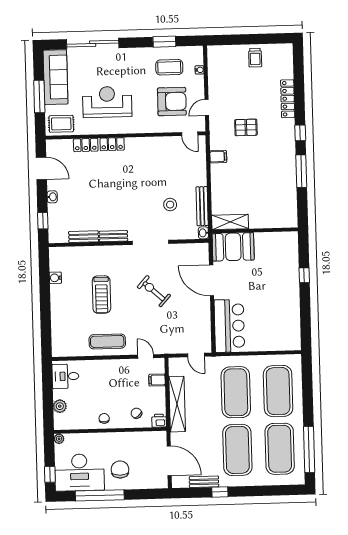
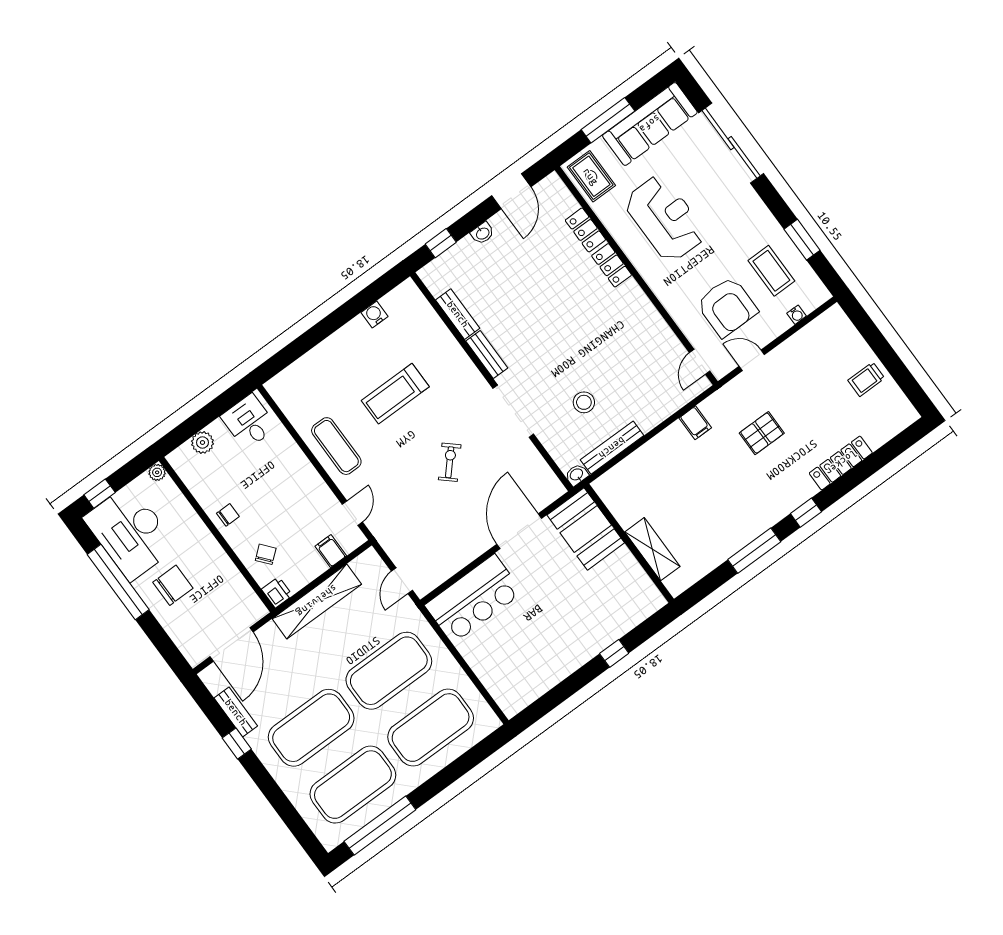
pallet: (246, 127) -> (762, 433), turned 90
shelving: (230, 222) -> (652, 549), moved
exercise bike: (154, 291) -> (450, 462), width x0.73, depth x0.72

